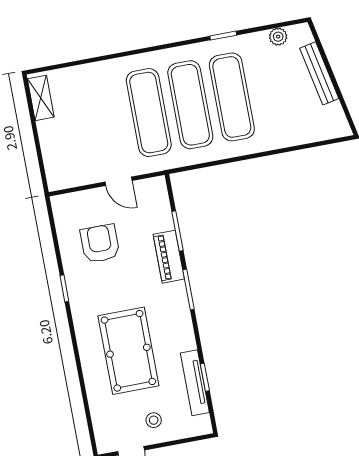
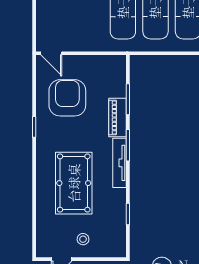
door: (119, 181) -> (51, 53), moved
armchair: (100, 244) -> (67, 98), width x1.36, depth x1.36
tv unit: (195, 383) -> (119, 163), moved

